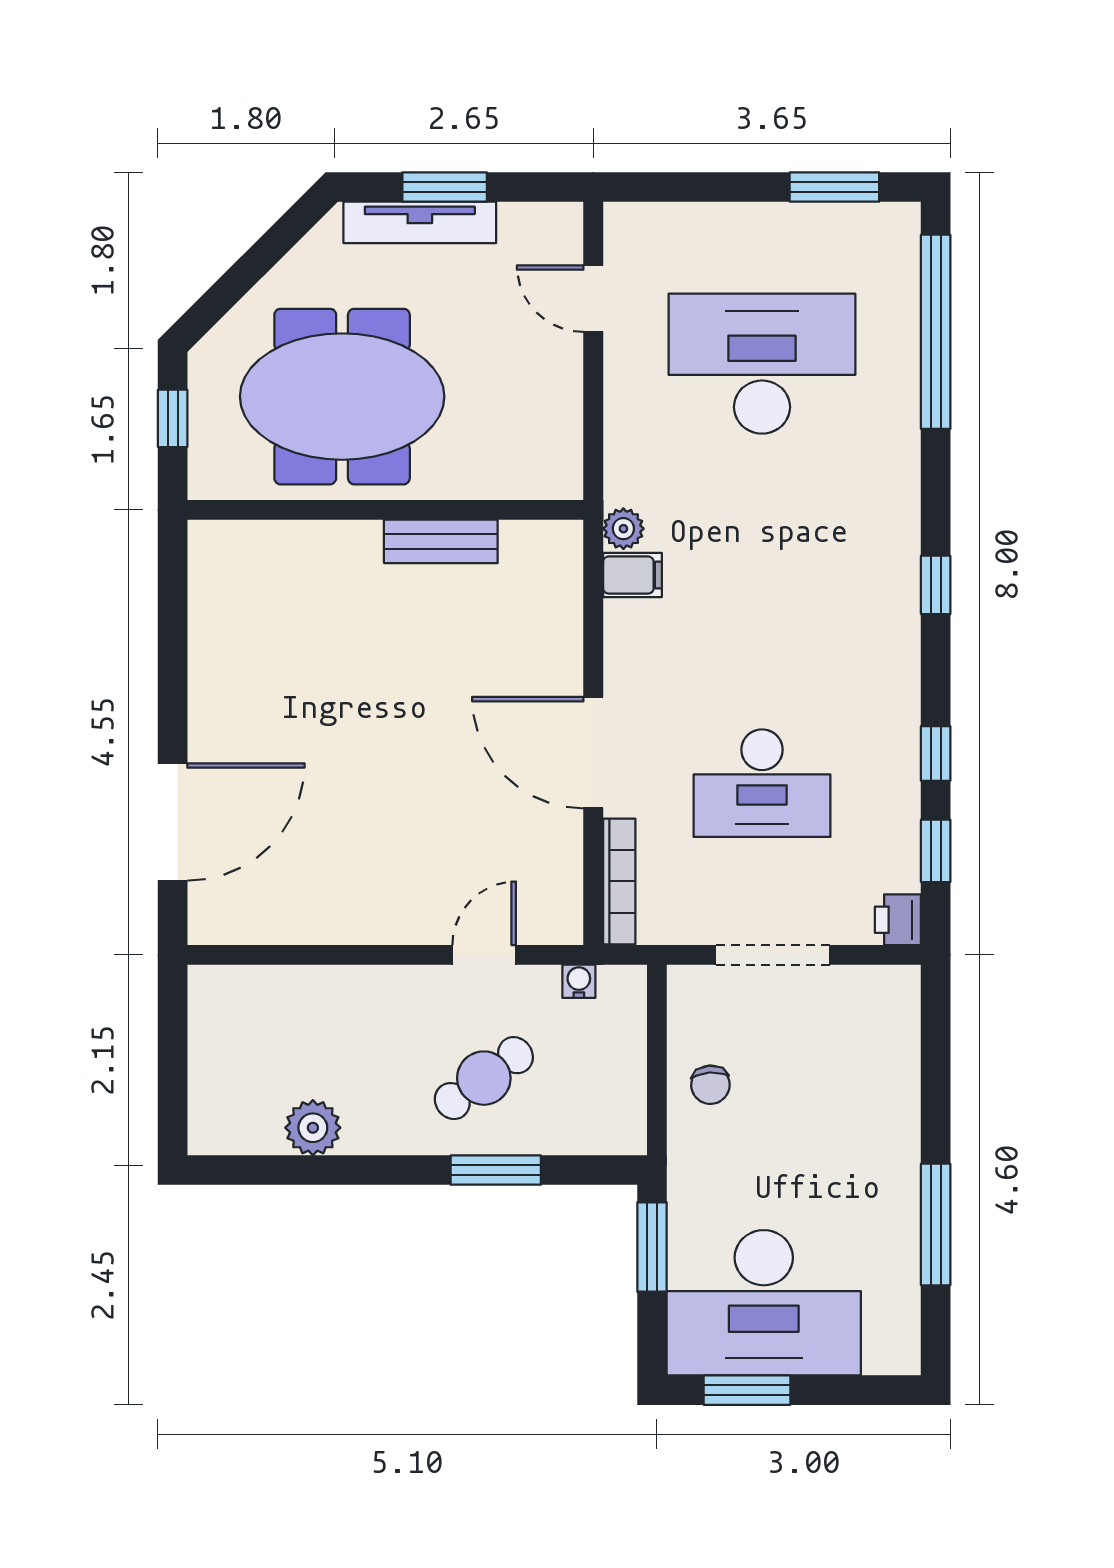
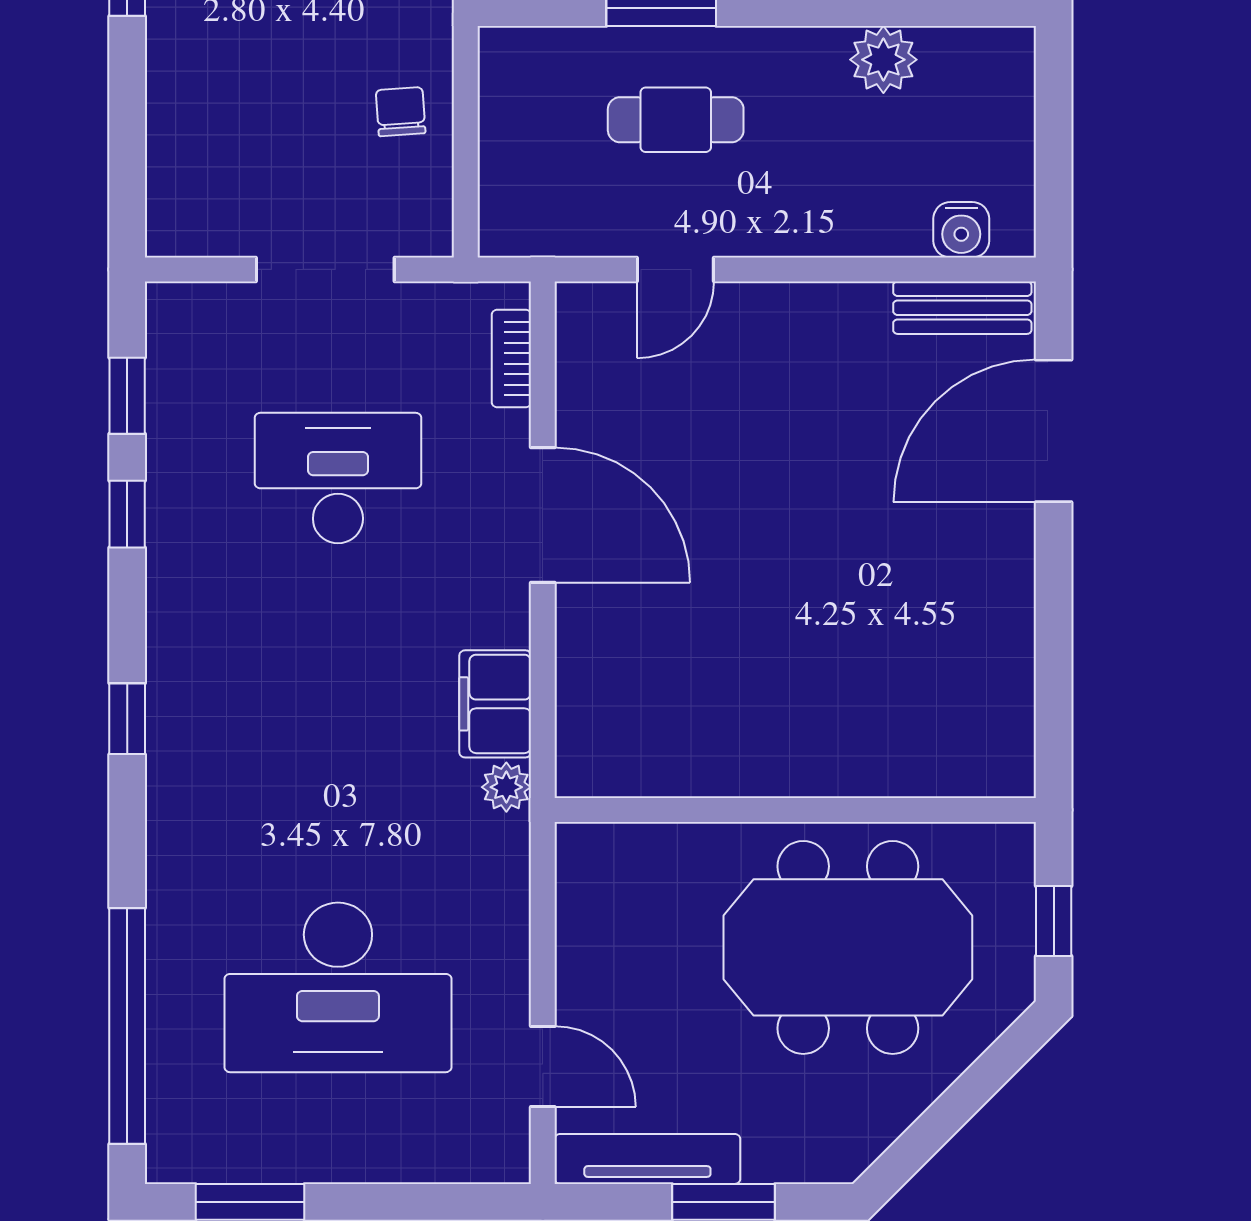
tv unit: (420, 222) -> (647, 1159), moved
bench: (441, 541) -> (962, 308), moved
filing cabinet: (633, 575) -> (495, 704), width x2.00
bookcase: (619, 881) -> (511, 359), width x0.64
printer: (898, 920) -> (173, 312), removed
water cooler: (579, 981) -> (961, 230), moved, width x1.38, depth x1.38
cafe table: (484, 1078) -> (676, 120), turned 36

